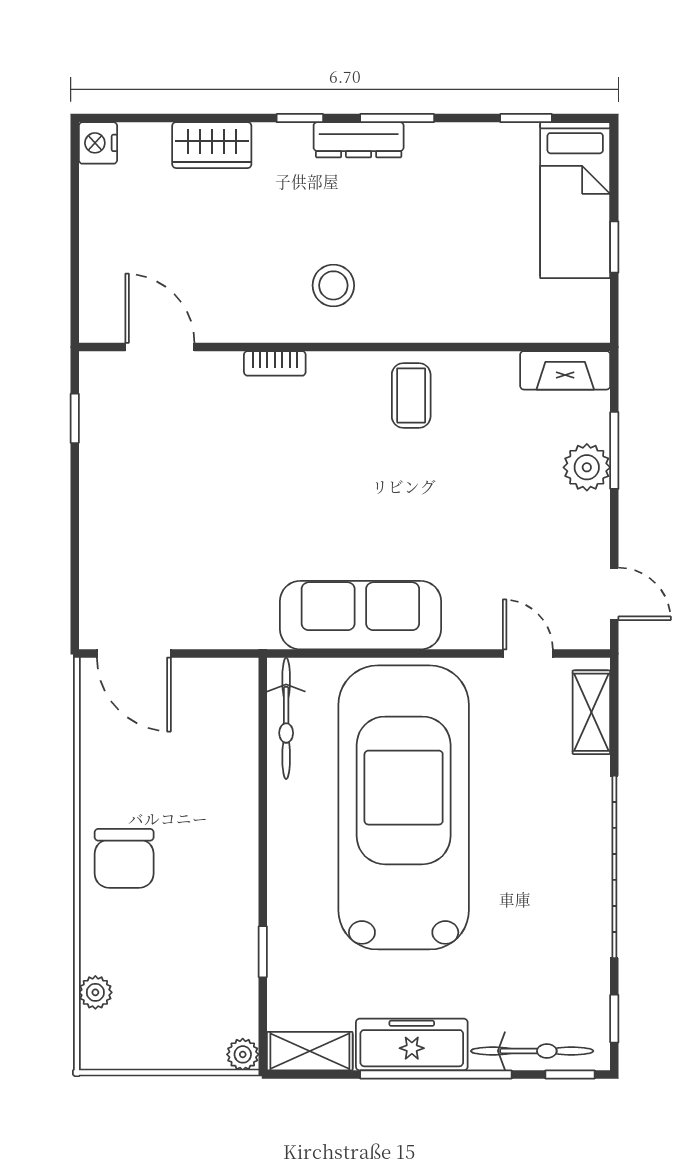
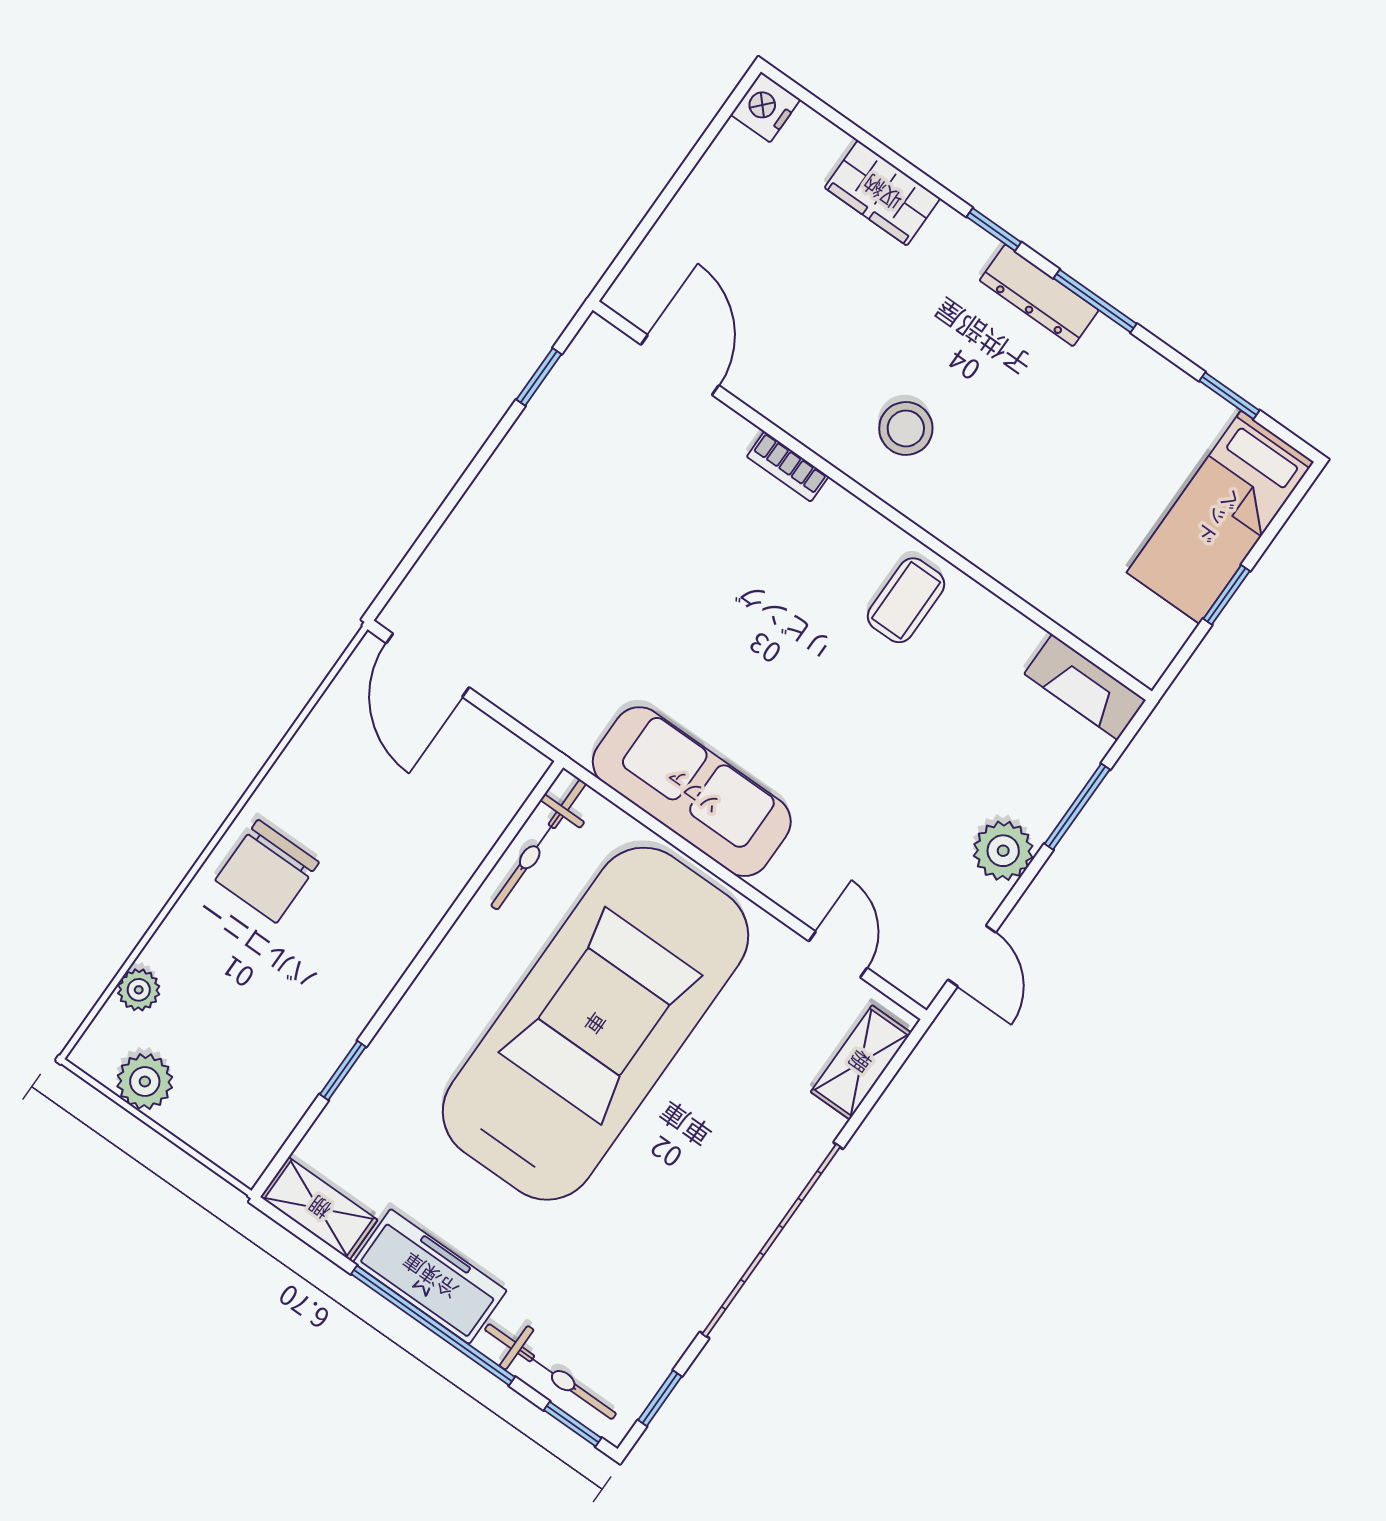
plant: (587, 467) -> (1003, 851), moved
plant: (243, 1054) -> (145, 1082), moved, width x1.38, depth x1.38

